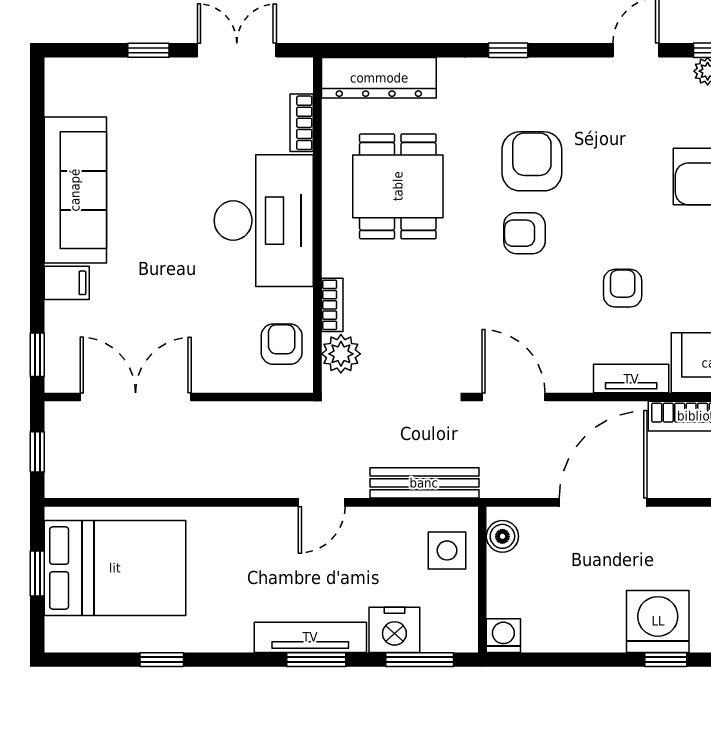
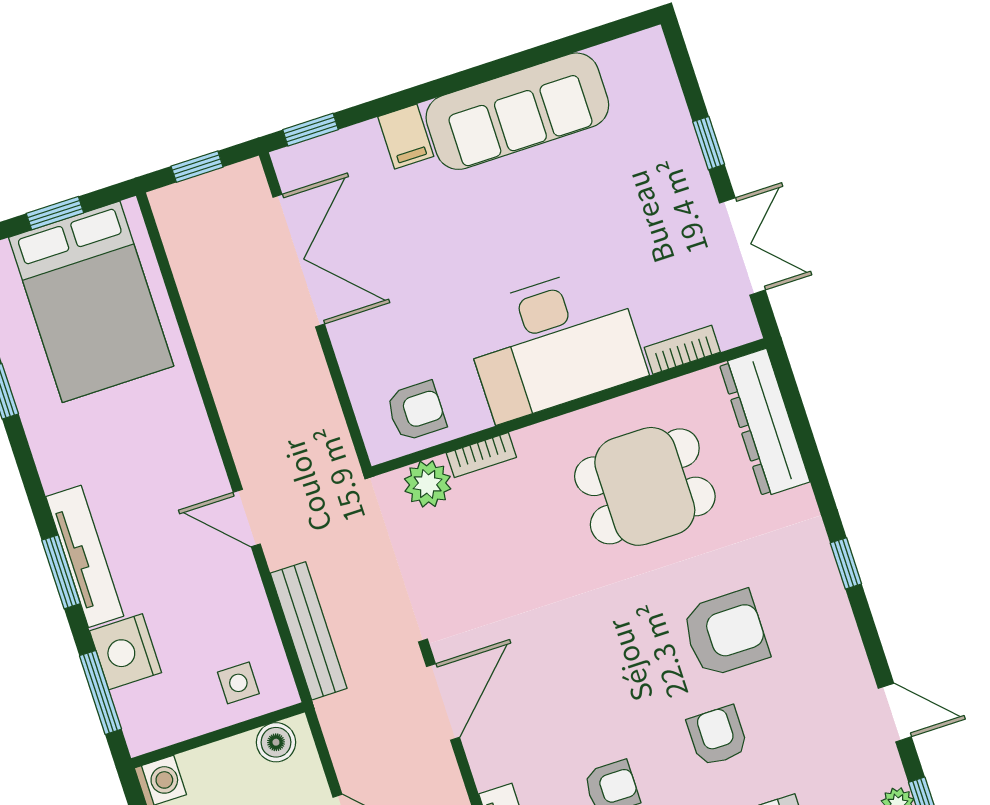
armchair: (524, 233) -> (717, 736), moved
side table: (447, 550) -> (238, 683), width x0.73, depth x0.73

